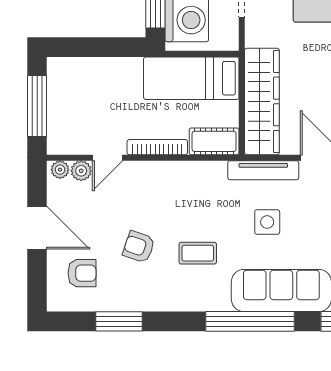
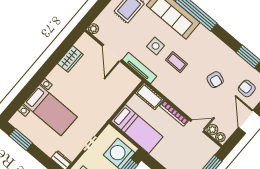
wardrobe: (262, 101) -> (117, 96), removed
coffee table: (198, 253) -> (176, 62), moved

